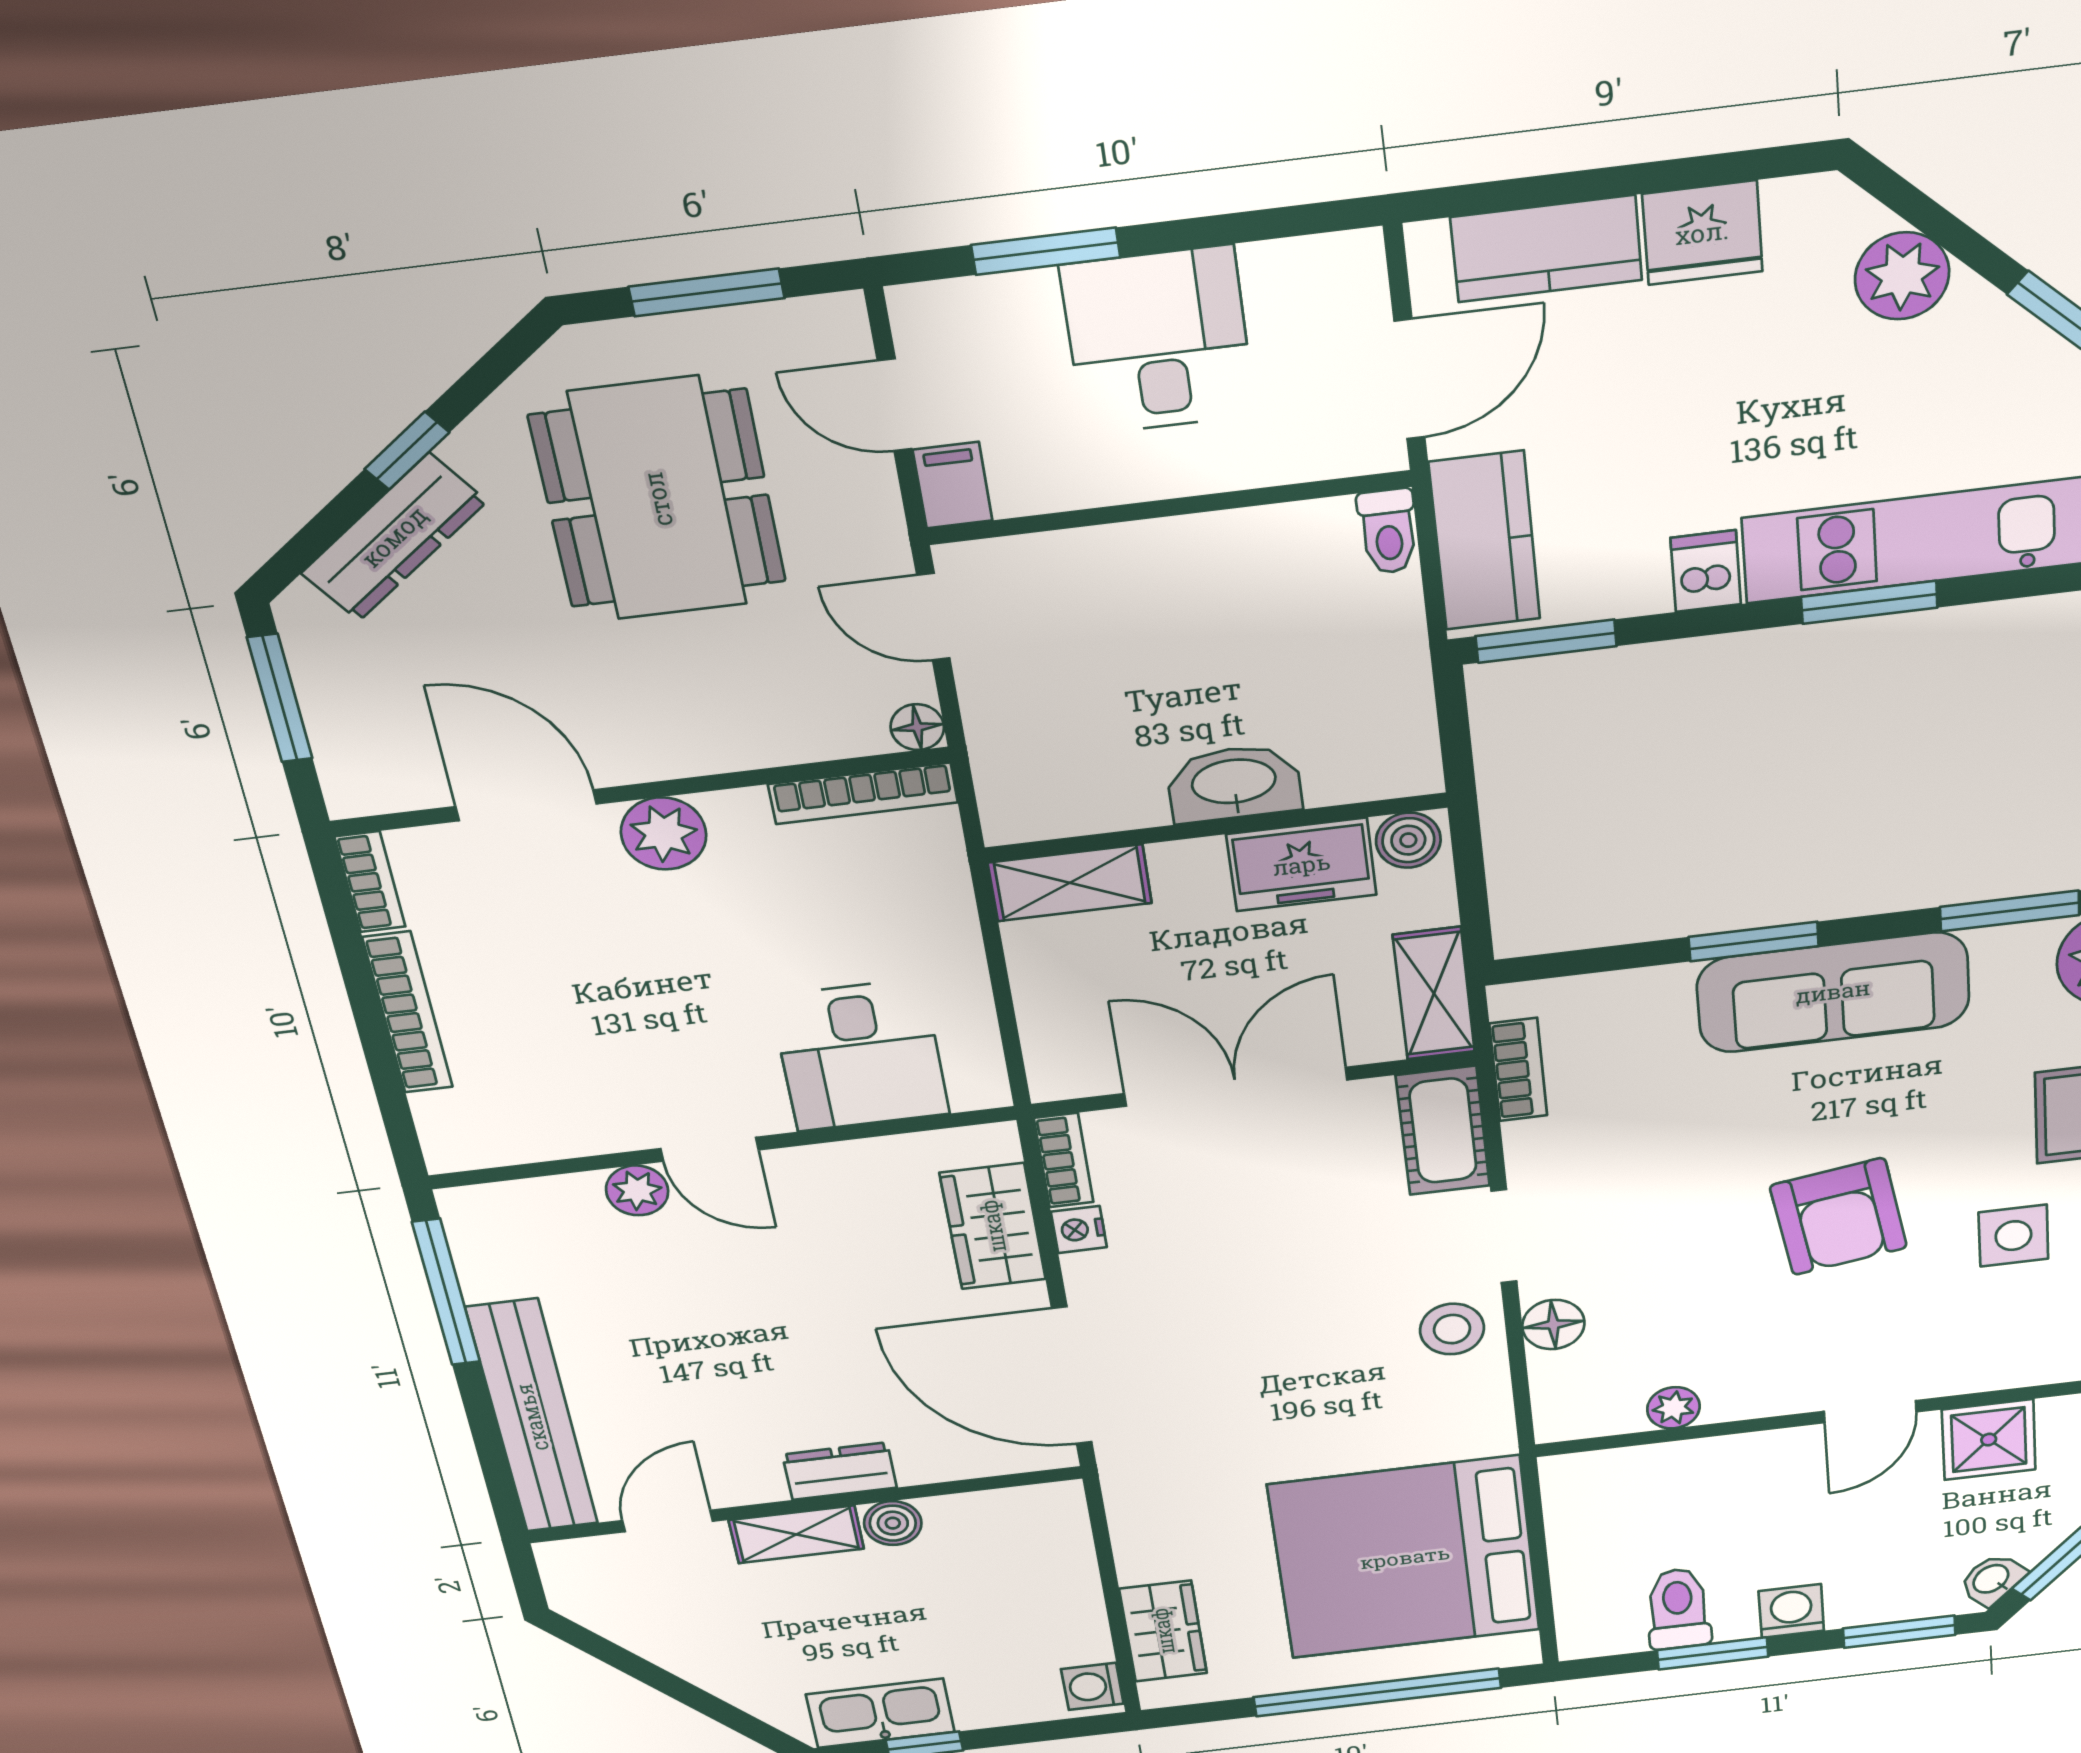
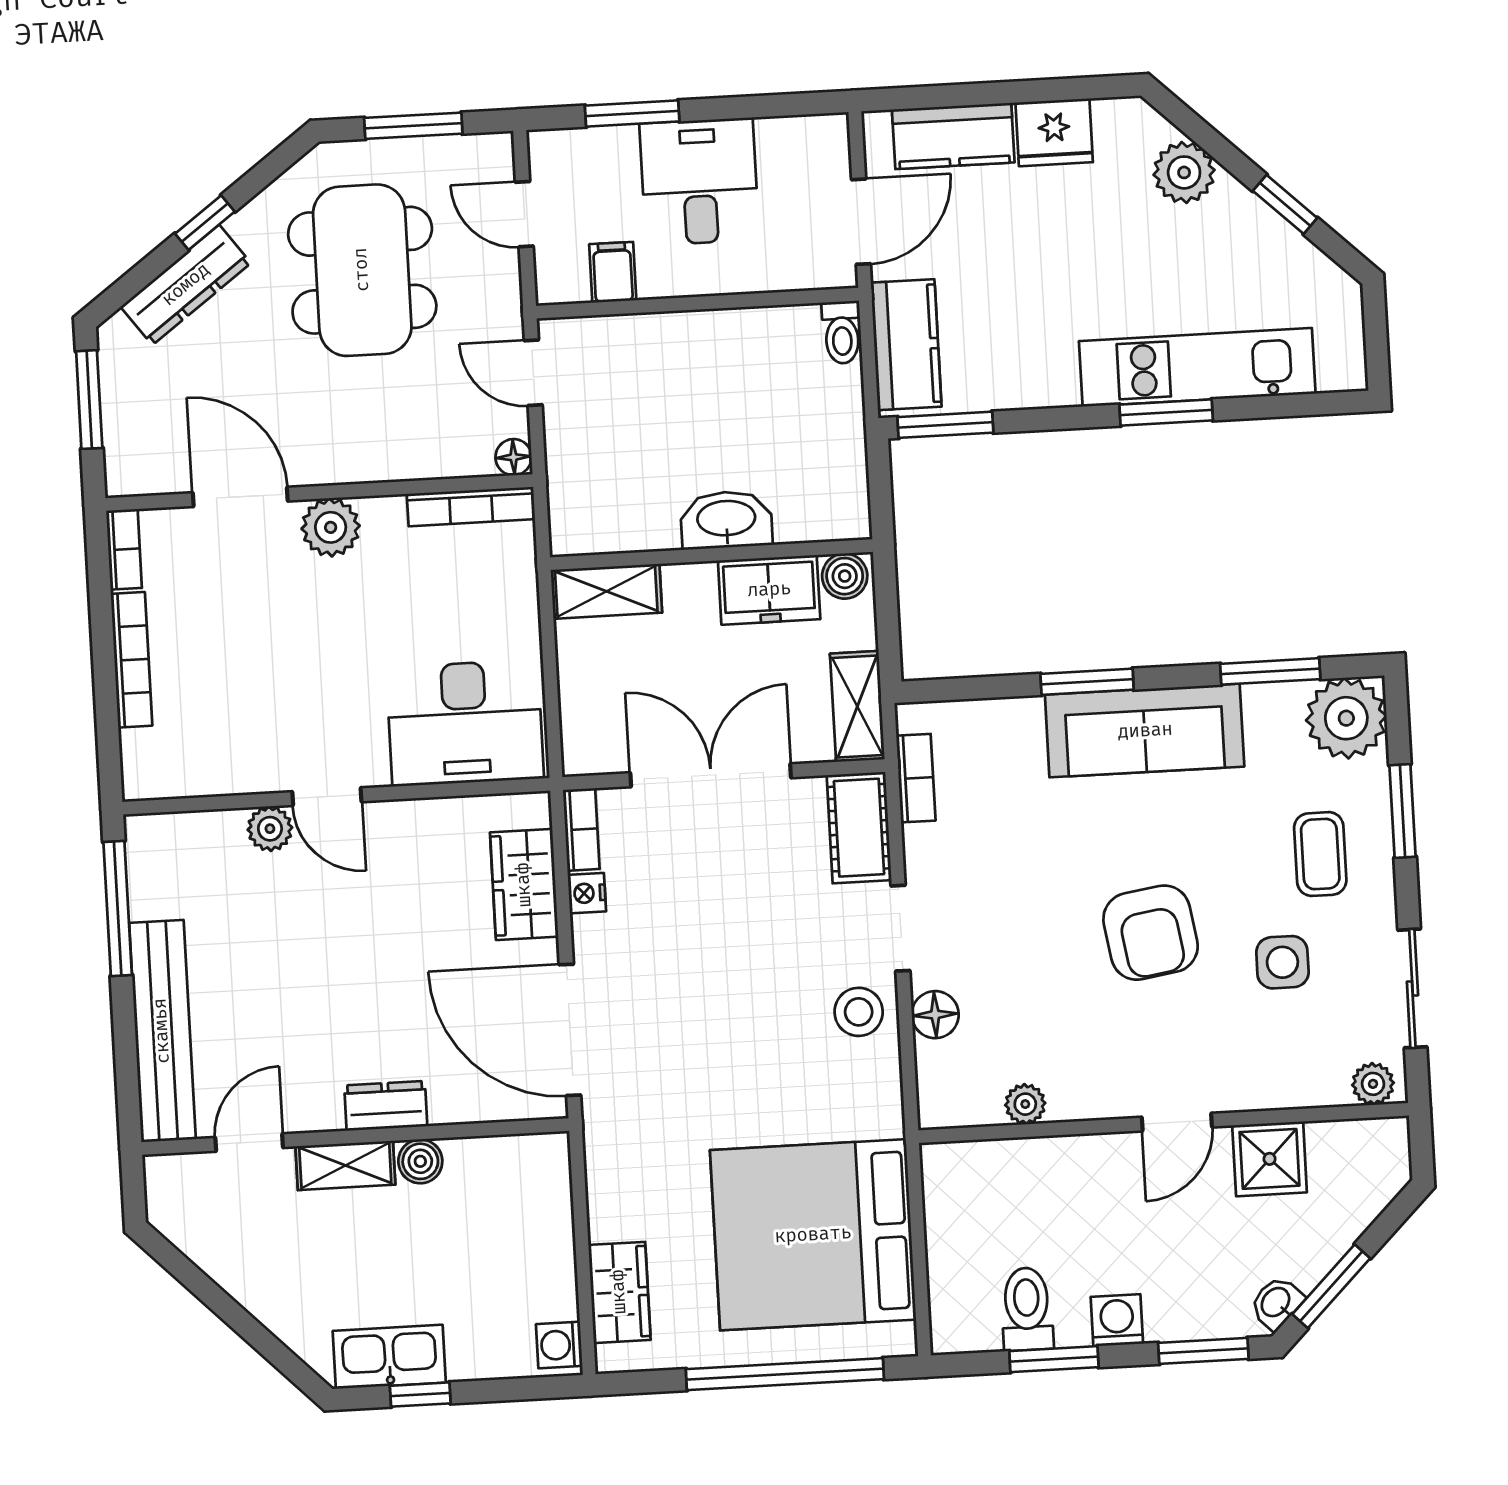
filing cabinet: (953, 485) -> (613, 272), moved
dishwasher: (1706, 571) -> (1055, 380), removed
desk: (860, 1055) -> (465, 723), width x1.37

